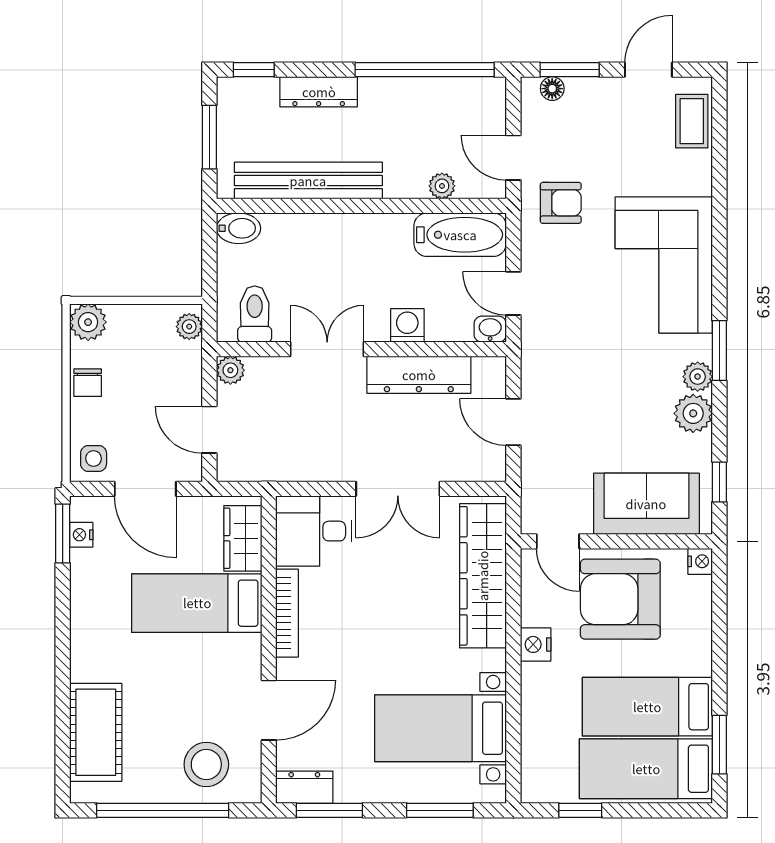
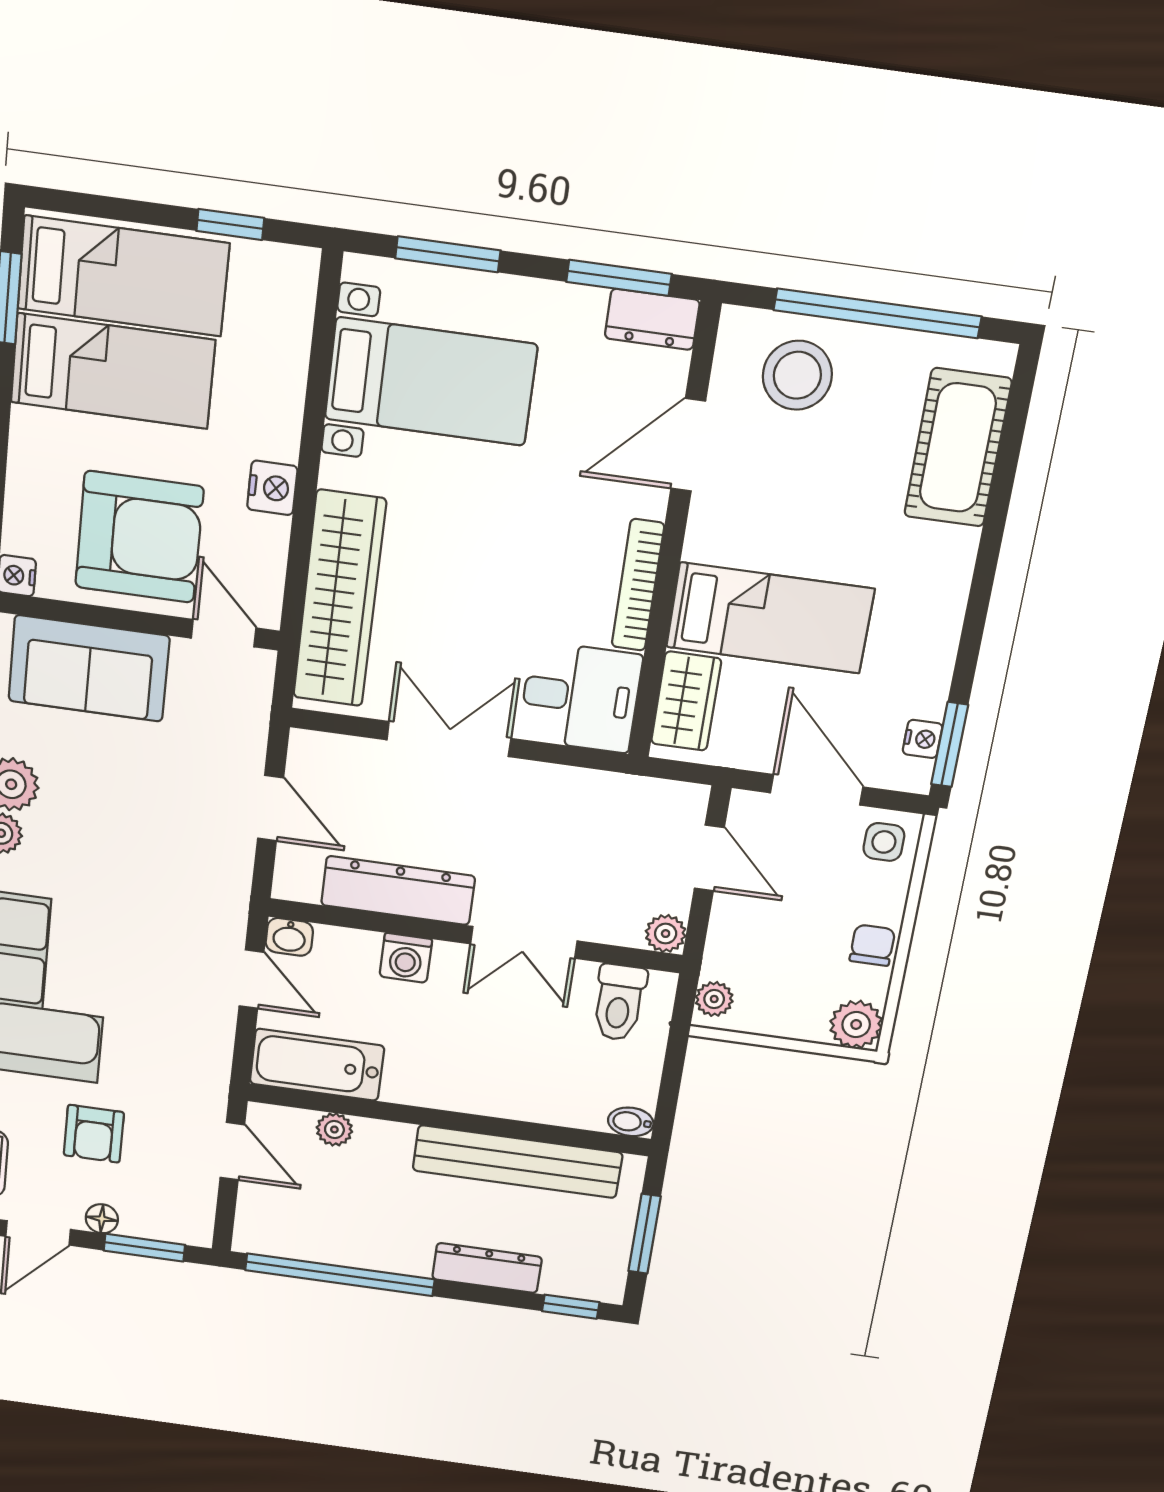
floor lamp: (552, 89) -> (102, 1219), moved
armchair: (561, 203) -> (94, 1134), moved, turned -90
bidet: (239, 228) -> (631, 1122), width x0.72, depth x0.74

